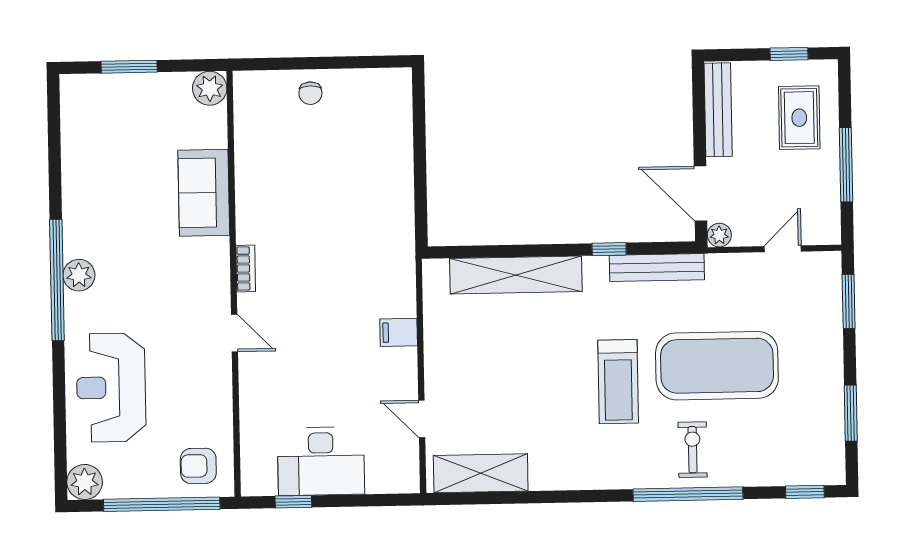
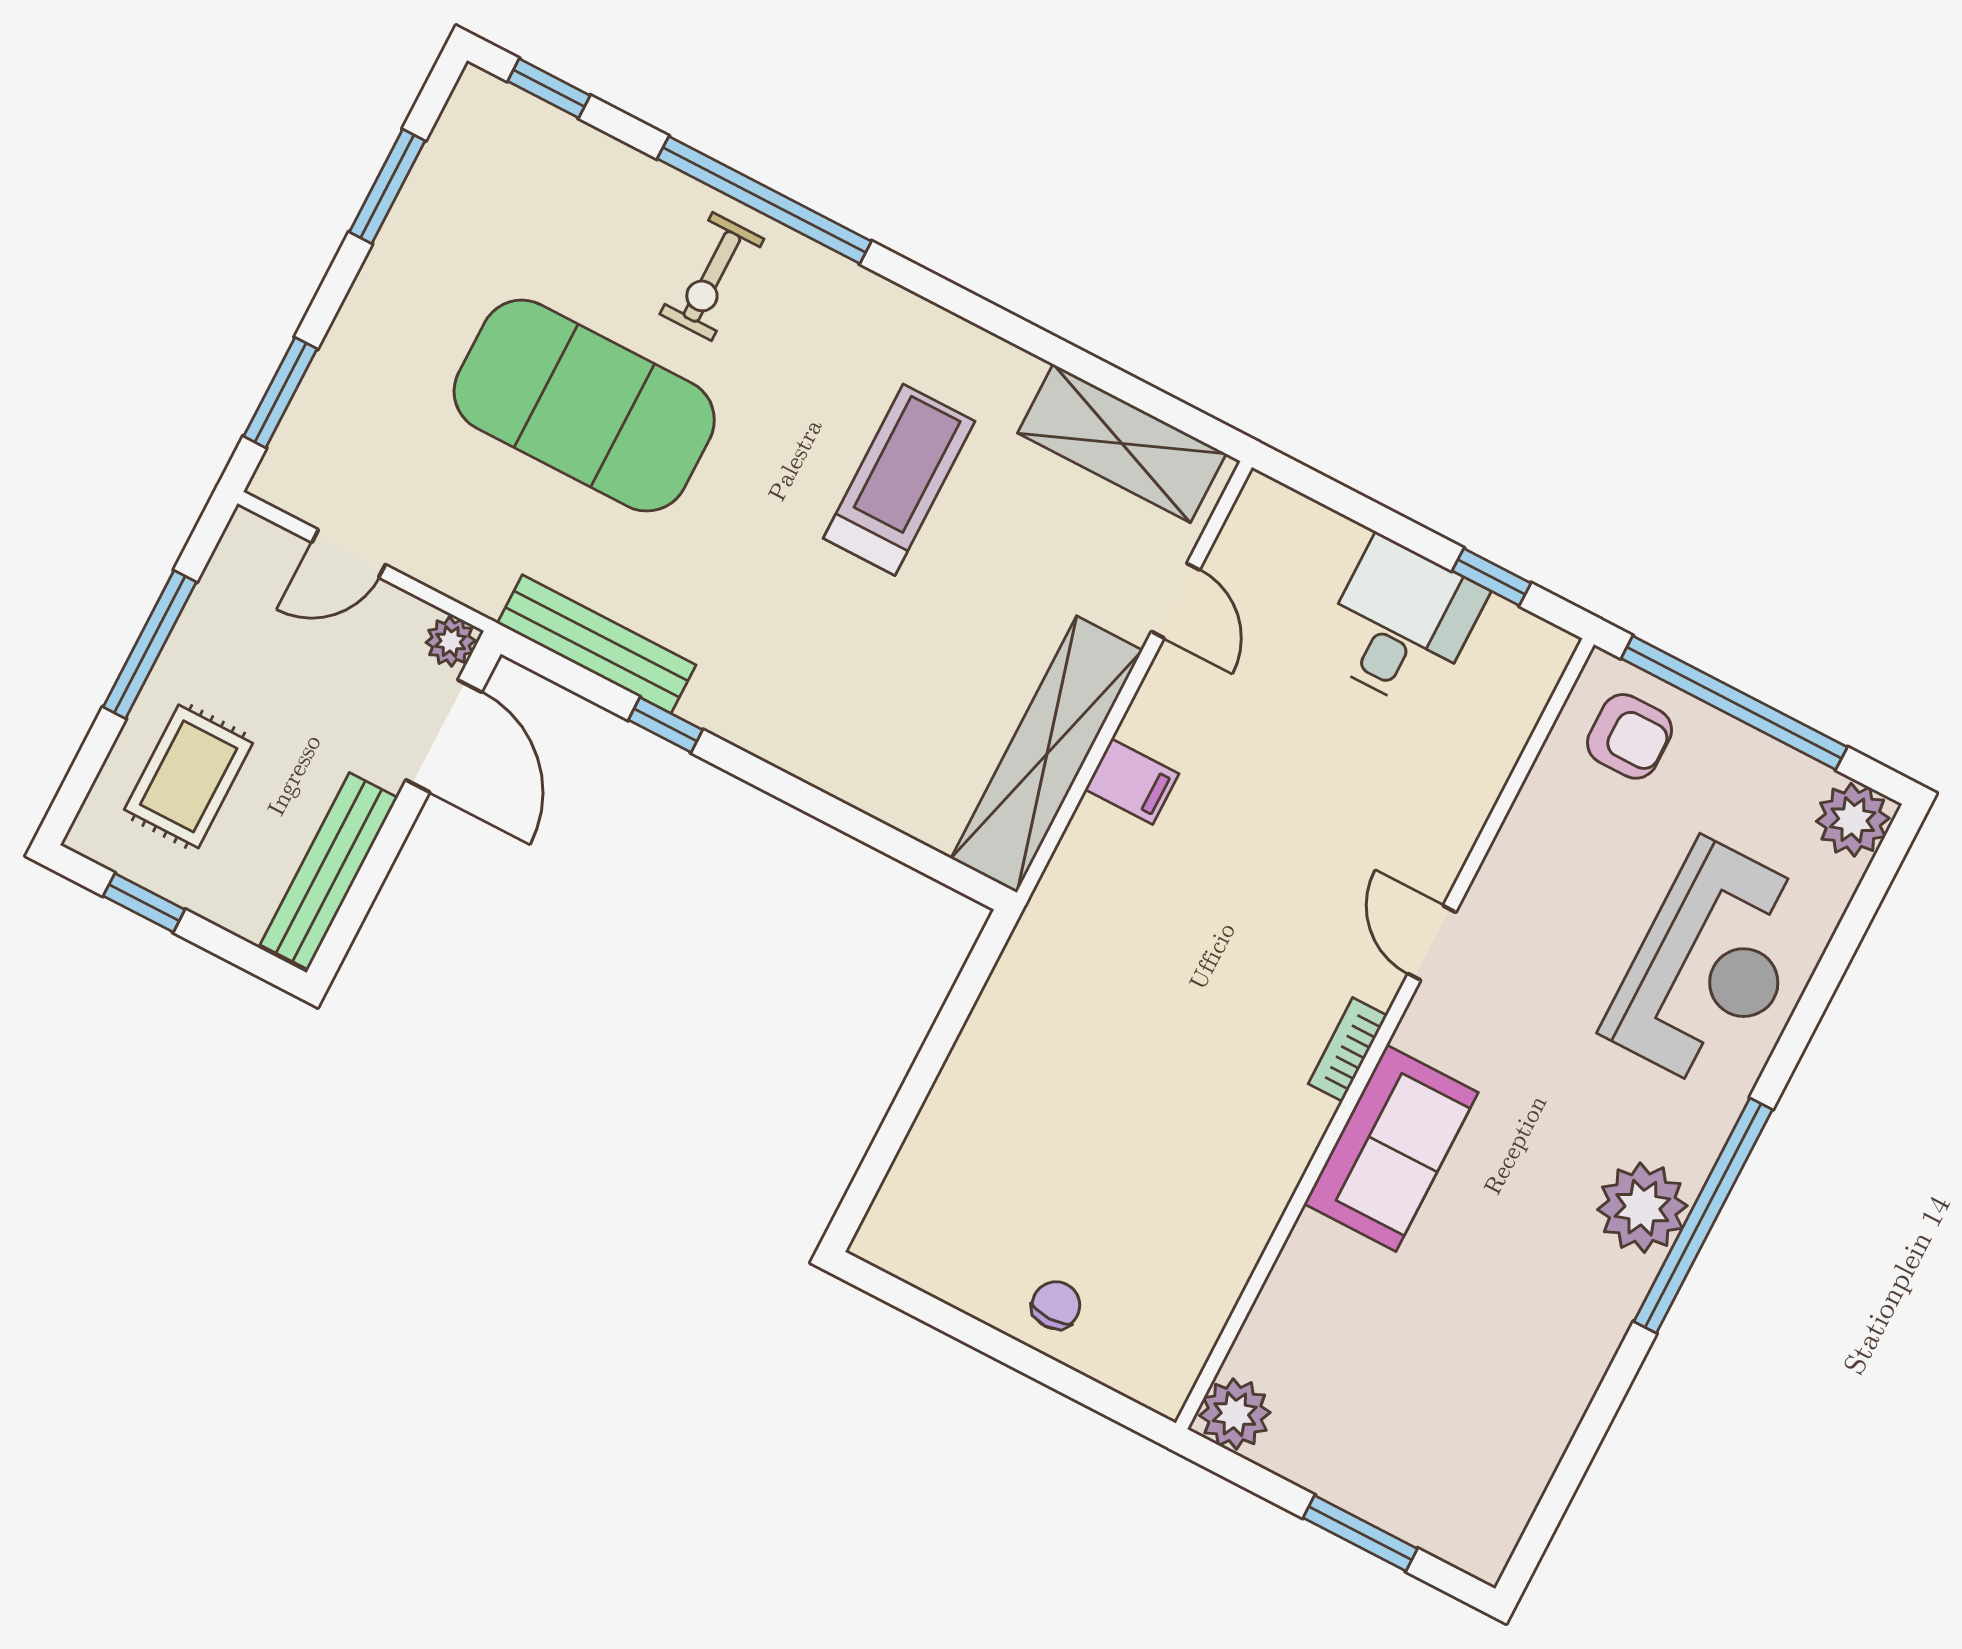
sofa: (204, 193) -> (1391, 1148), moved
plant: (79, 275) -> (1642, 1208), width x1.36, depth x1.36
shelving: (516, 275) -> (1047, 754), moved, turned 90
treadmill: (618, 382) -> (899, 480), moved
desk: (321, 461) -> (1401, 624), width x0.73

